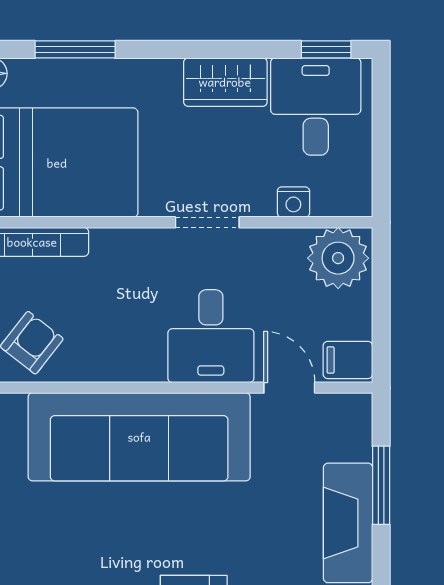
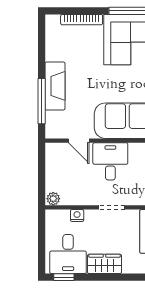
plant: (338, 258) -> (53, 199), width x0.53, depth x0.53
filing cabinet: (348, 360) -> (55, 152), removed
window: (381, 485) -> (42, 101), width x1.44

